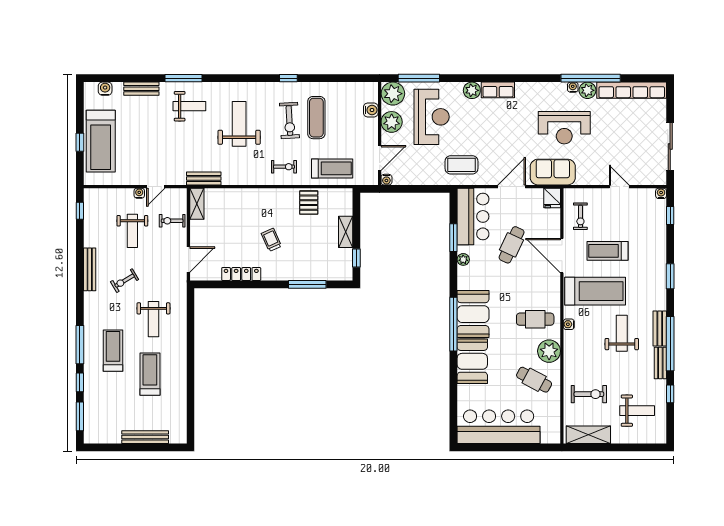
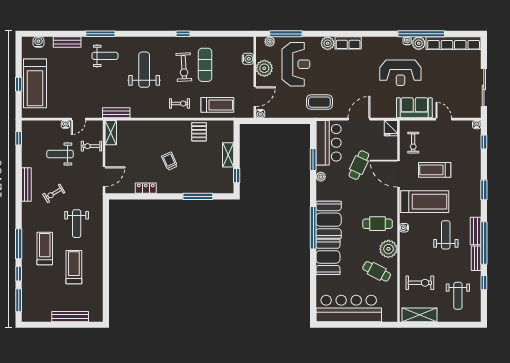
plant: (393, 94) -> (270, 42), width x0.53, depth x0.53
sofa: (553, 172) -> (414, 108), moved
weight bench: (132, 231) -> (60, 154), turned 90
locker: (241, 274) -> (146, 188), width x0.66
weight bench: (637, 411) -> (458, 296), turned 90

